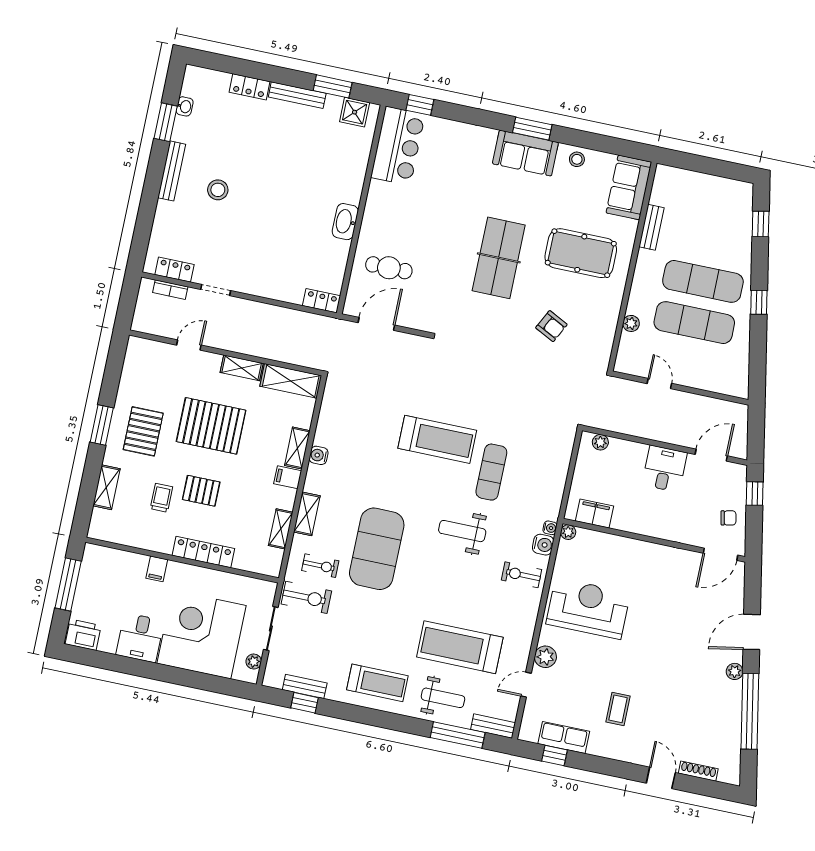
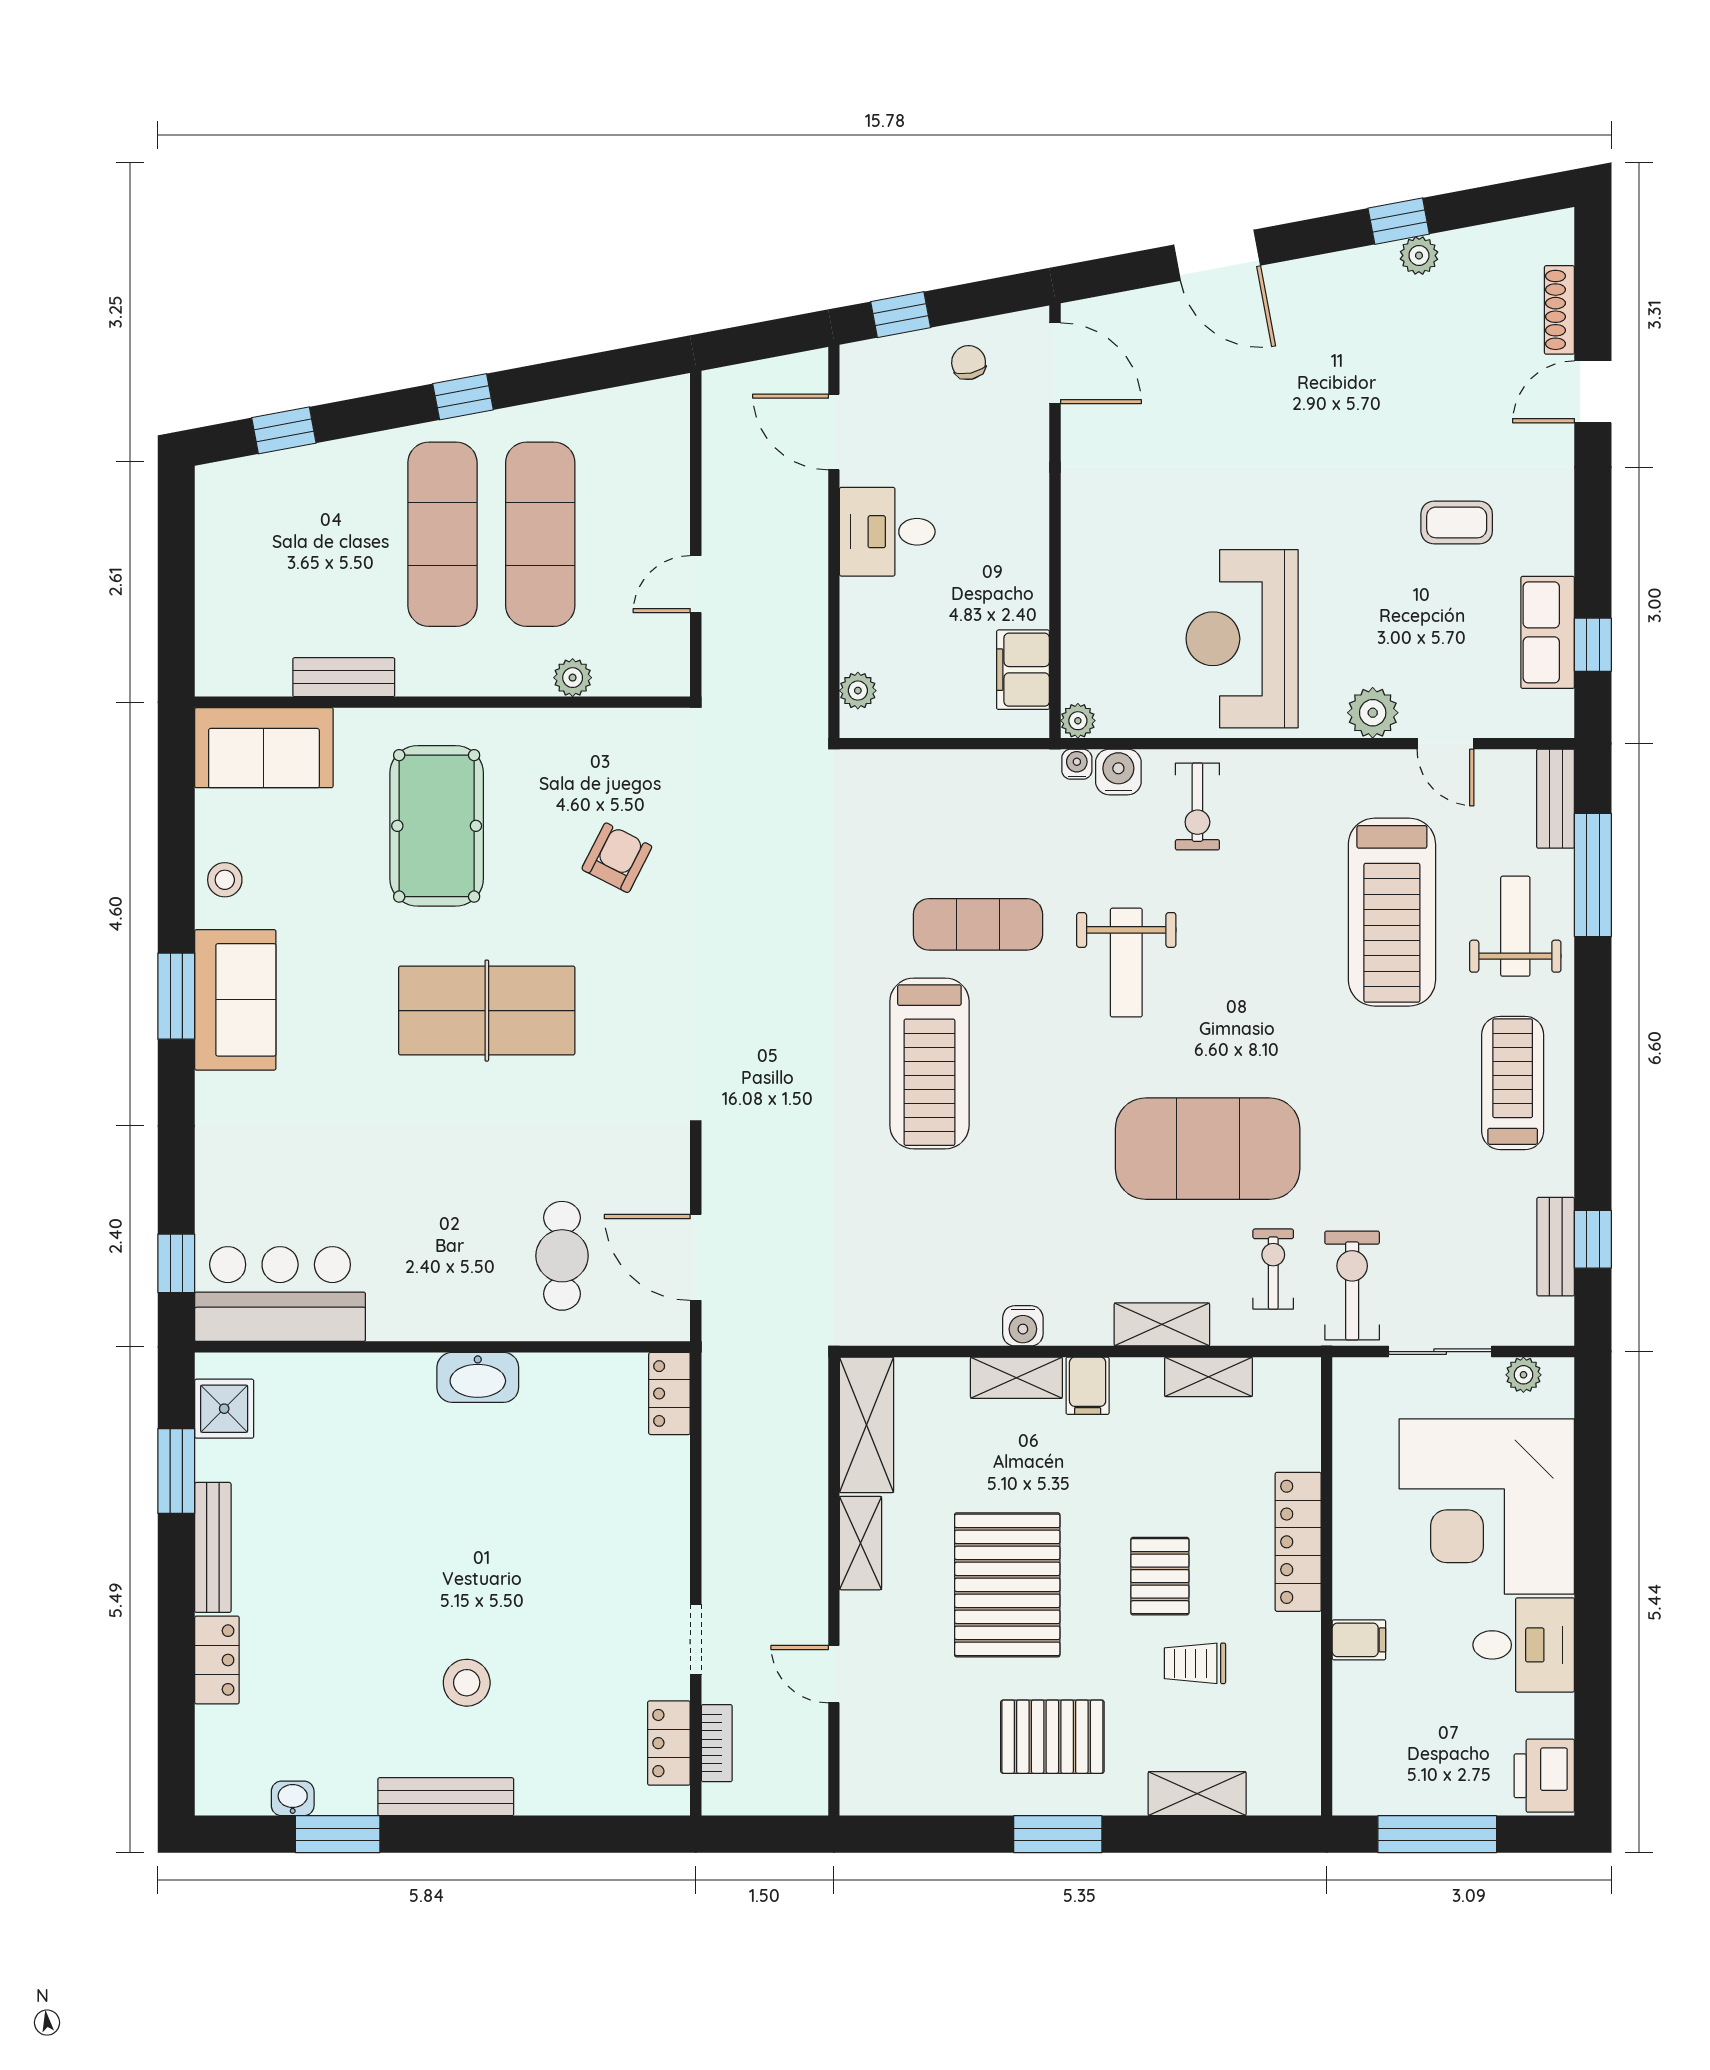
treadmill: (437, 439) -> (929, 1063), turned 180
plant: (735, 671) -> (1419, 255), moved
window: (750, 711) -> (1399, 221), width x0.32

